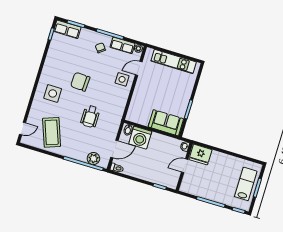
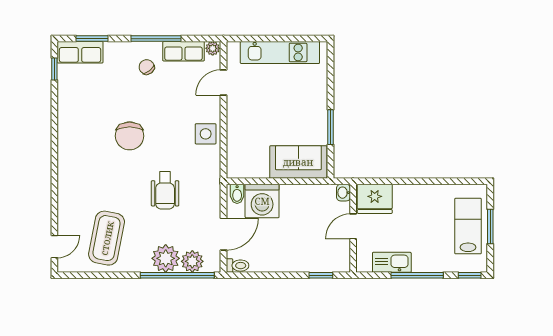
side table: (122, 79) -> (206, 134), moved
chair: (80, 82) -> (130, 136), turned -93
side table: (53, 93) -> (88, 171), removed
coffee table: (52, 132) -> (107, 238), turned 31
plant: (80, 153) -> (166, 258), added
kitchen sink: (199, 191) -> (392, 262), added

